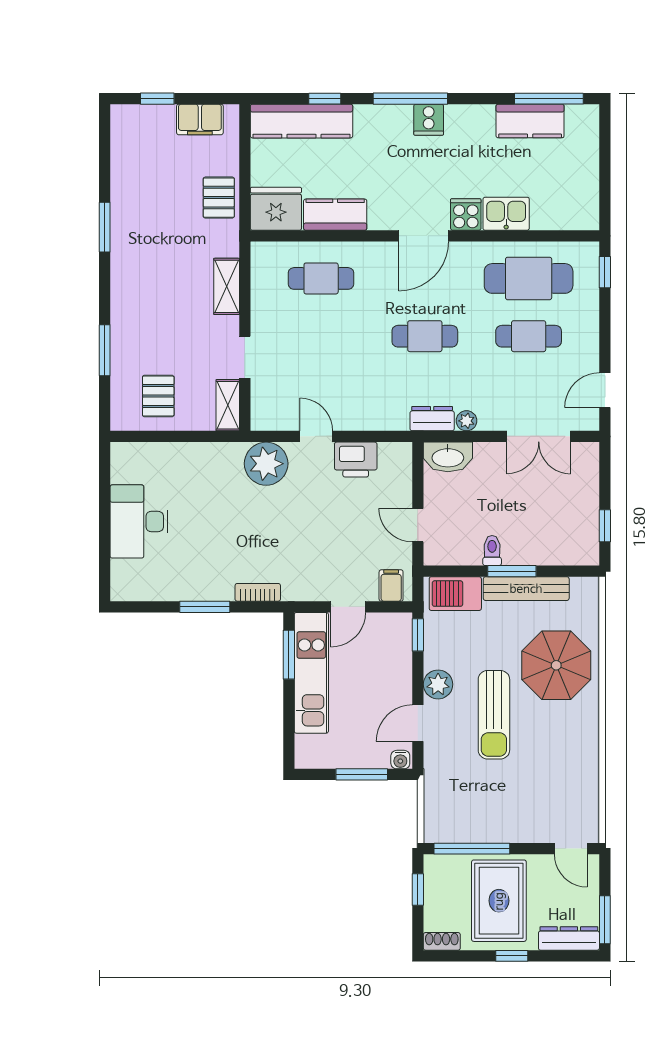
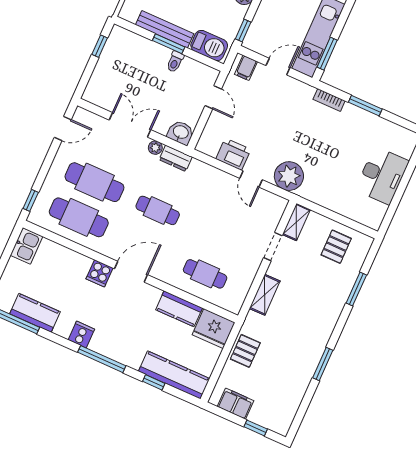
cooker: (429, 120) -> (81, 335), moved
kitchen sink: (506, 214) -> (27, 246), moved, turned -90
cafe table: (529, 336) -> (94, 182), width x1.37, depth x1.35
double door: (539, 436) -> (130, 125), moved
washbasin: (448, 457) -> (181, 133), width x0.72

